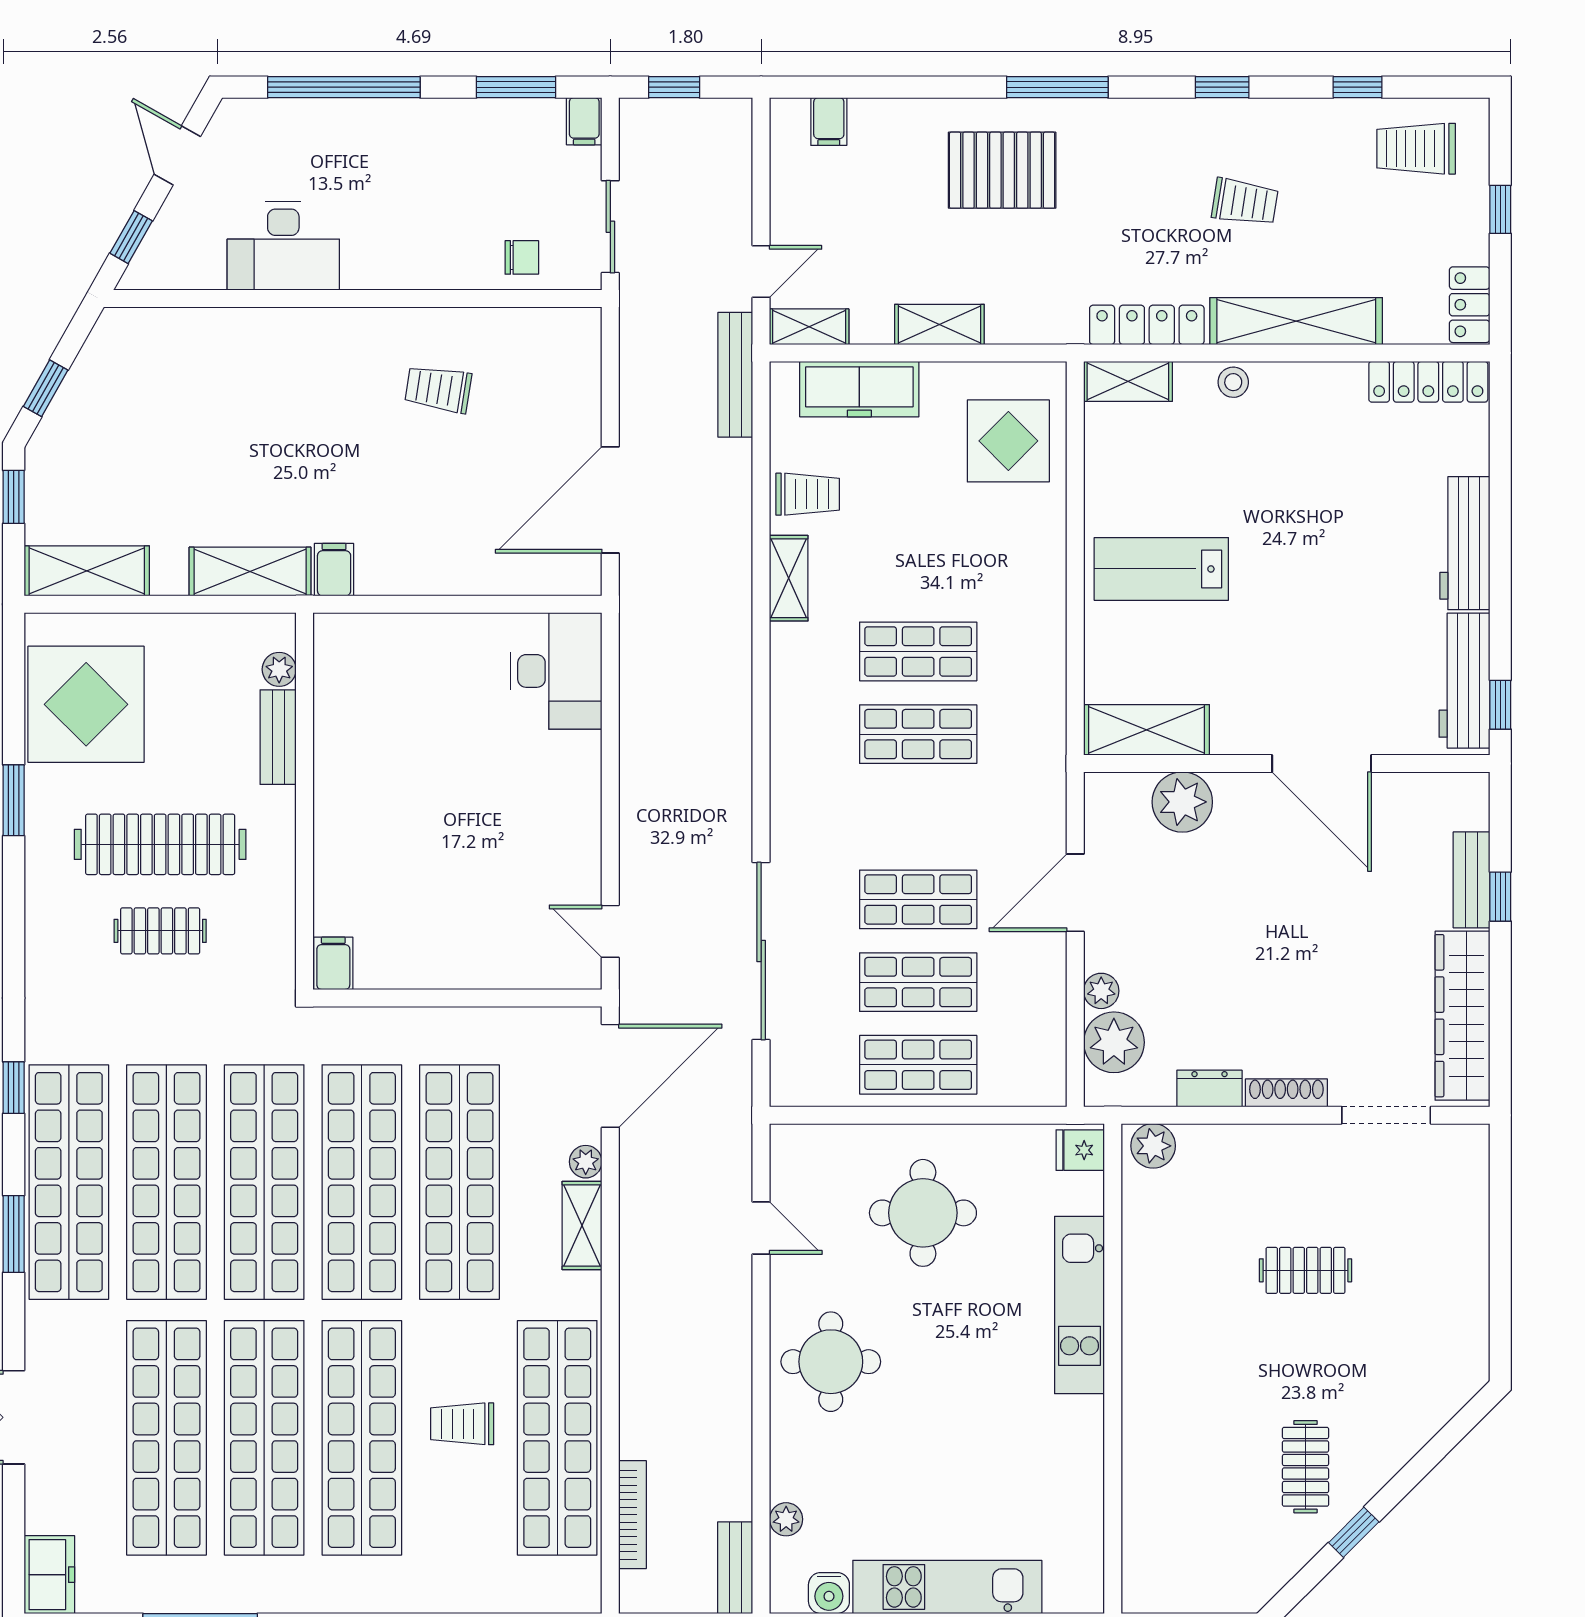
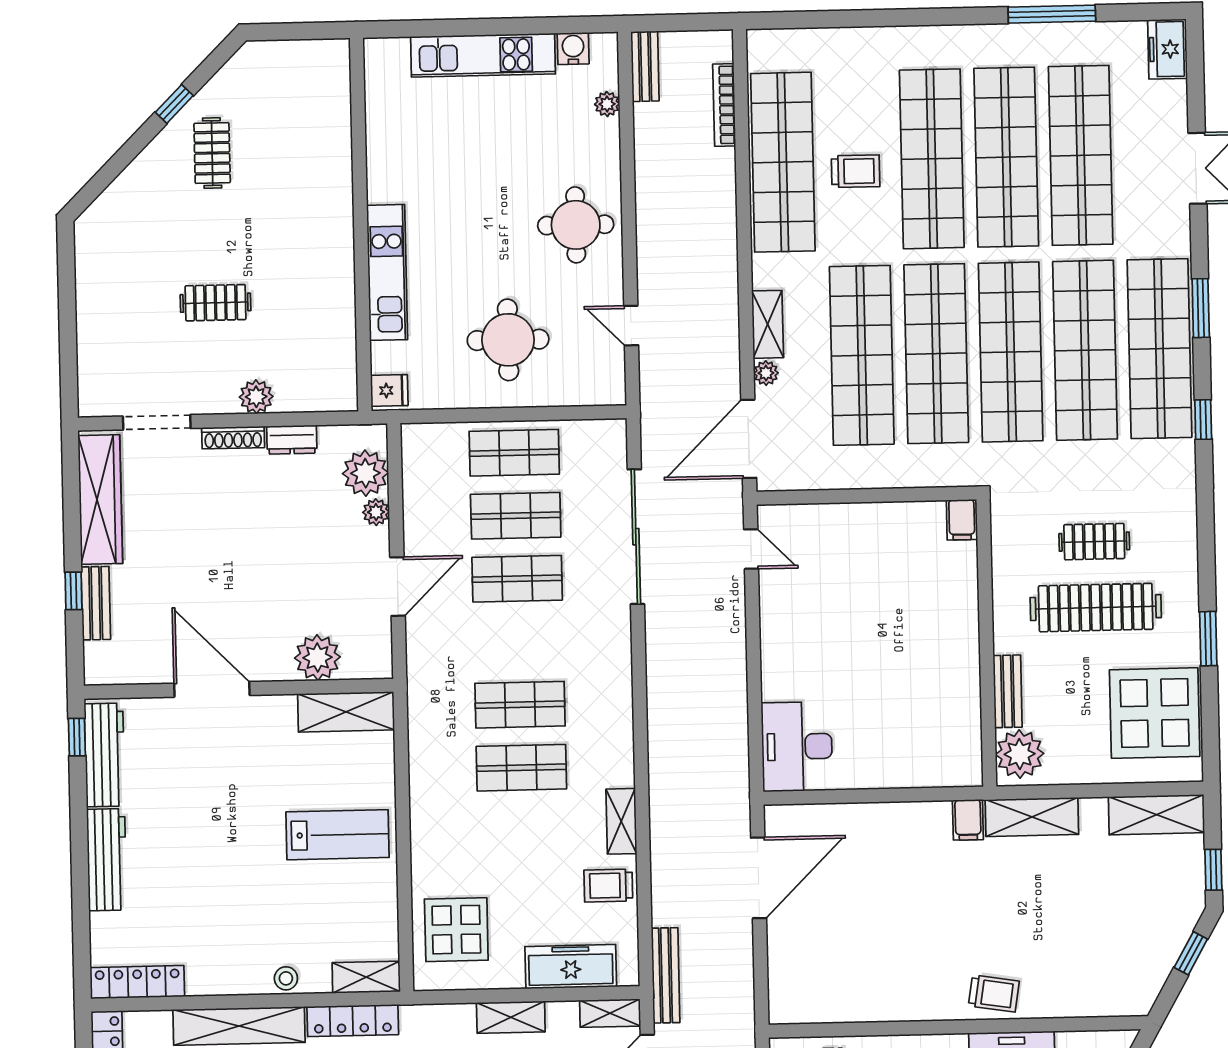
trolley: (438, 389) -> (994, 994), moved
plant: (279, 669) -> (1020, 754), width x1.87, depth x1.87
plant: (1153, 1146) -> (256, 397), moved

